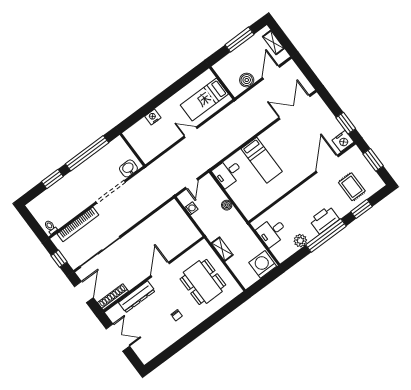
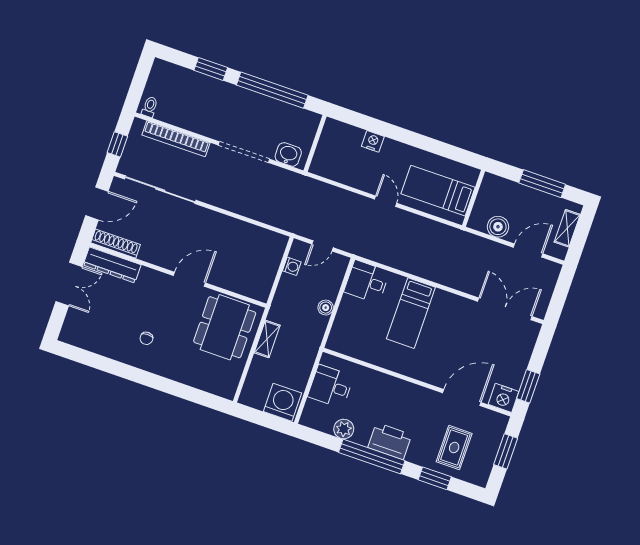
dining table: (203, 282) -> (225, 327), moved
dresser: (137, 297) -> (112, 265), moved

